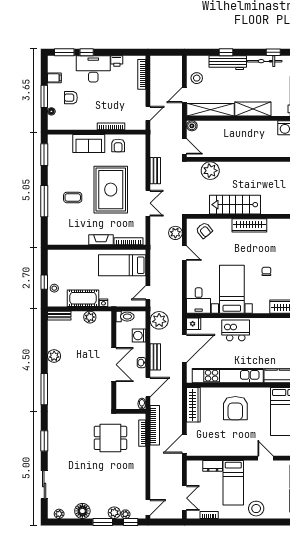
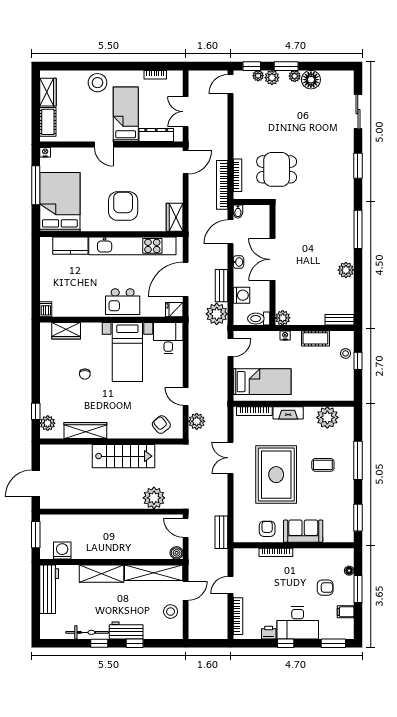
window: (87, 52) -> (286, 643), moved
window: (273, 52) -> (99, 643), moved
workbench: (228, 63) -> (126, 630), width x0.73
door: (148, 113) -> (230, 585), moved
bench: (155, 171) -> (221, 532), moved
wardrobe: (249, 225) -> (85, 430), moved
plant: (69, 236) -> (327, 417), added
cot: (83, 298) -> (315, 338), width x0.73, depth x0.75
plant: (90, 317) -> (283, 318), moved
bench: (155, 357) -> (221, 286), moved
wardrobe: (193, 405) -> (175, 217), width x0.67
door: (265, 458) -> (104, 145), moved
dresser: (213, 466) -> (156, 135), width x1.44
double door: (184, 498) -> (186, 112), moved
plant: (59, 514) -> (295, 76), moved

